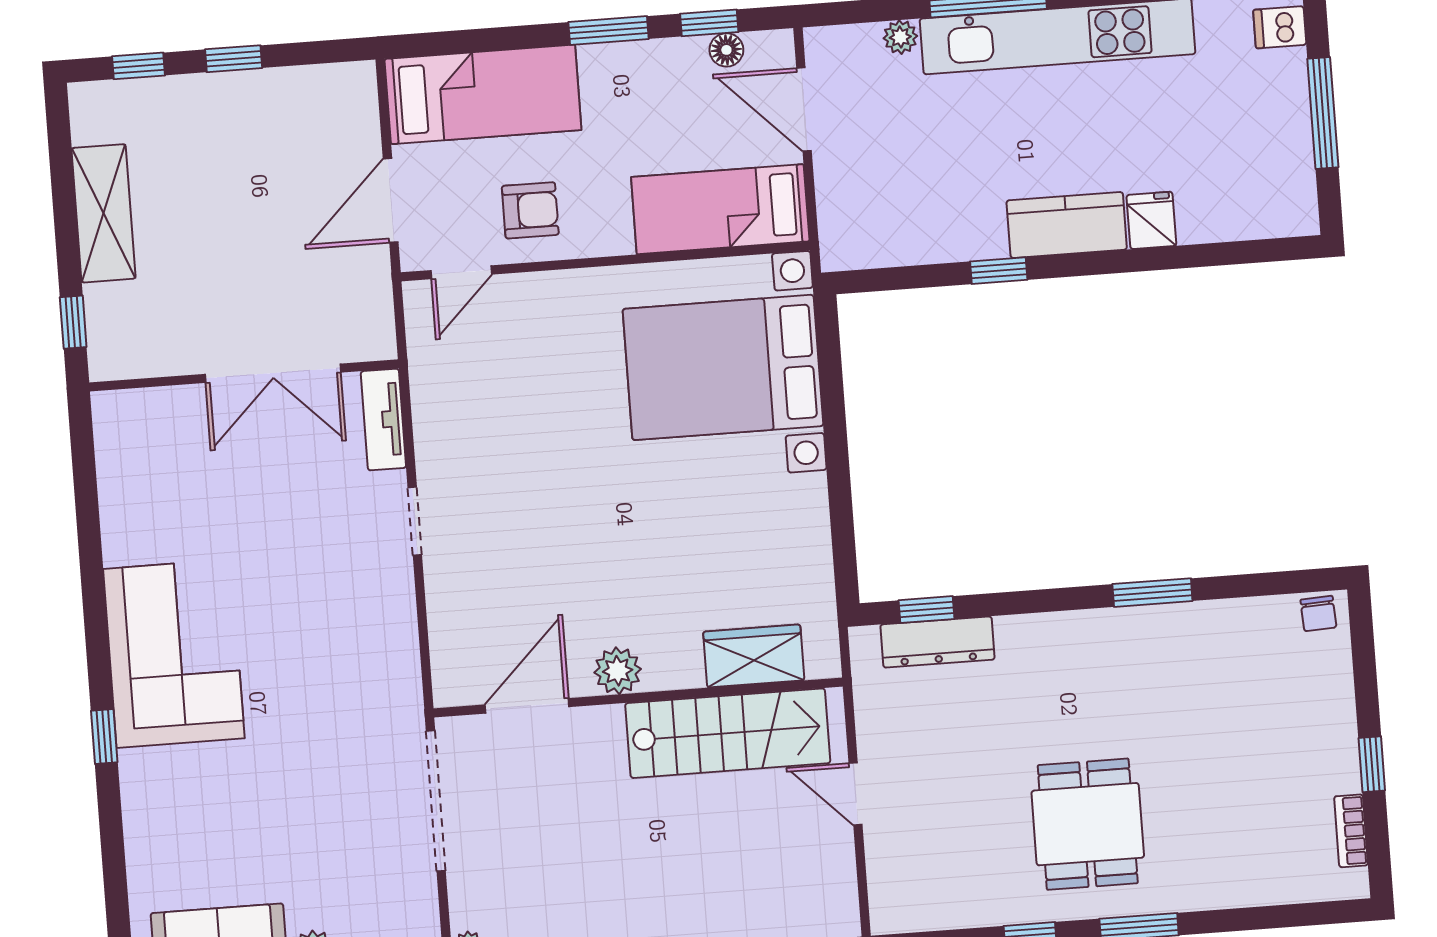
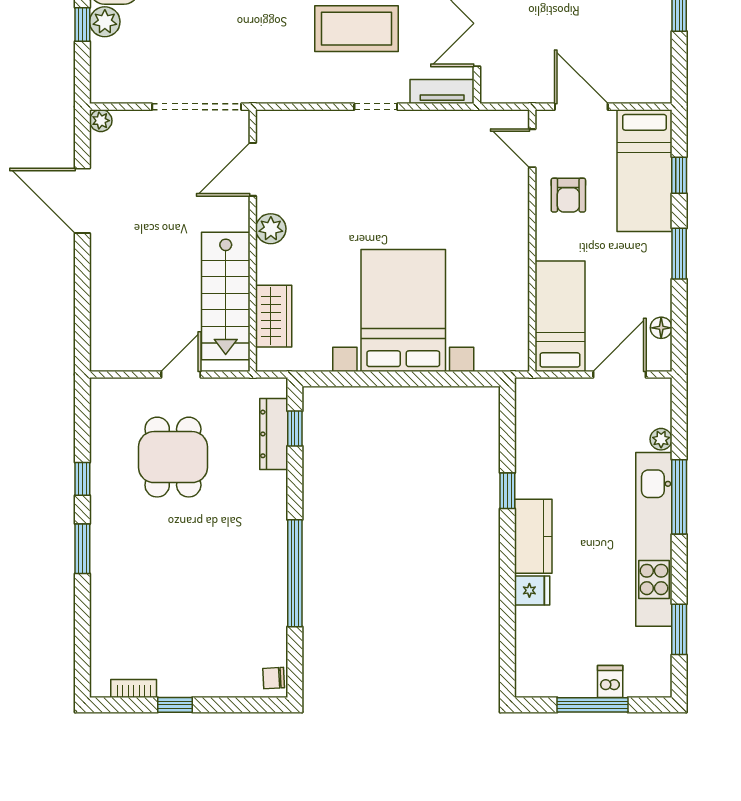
window: (709, 23) -> (679, 175), moved
dishwasher: (1280, 27) -> (610, 681), moved
bed with nightstands: (723, 367) -> (403, 310), moved
coffee table: (295, 560) -> (357, 29), added
window: (1152, 593) -> (295, 573), width x2.11
door: (527, 706) -> (253, 169), swing flipped
dining table: (1088, 824) -> (173, 457), moved, turned 90

